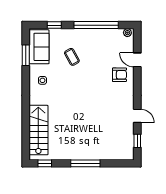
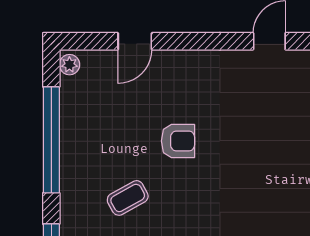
armchair: (119, 75) -> (178, 141), moved, turned 90

